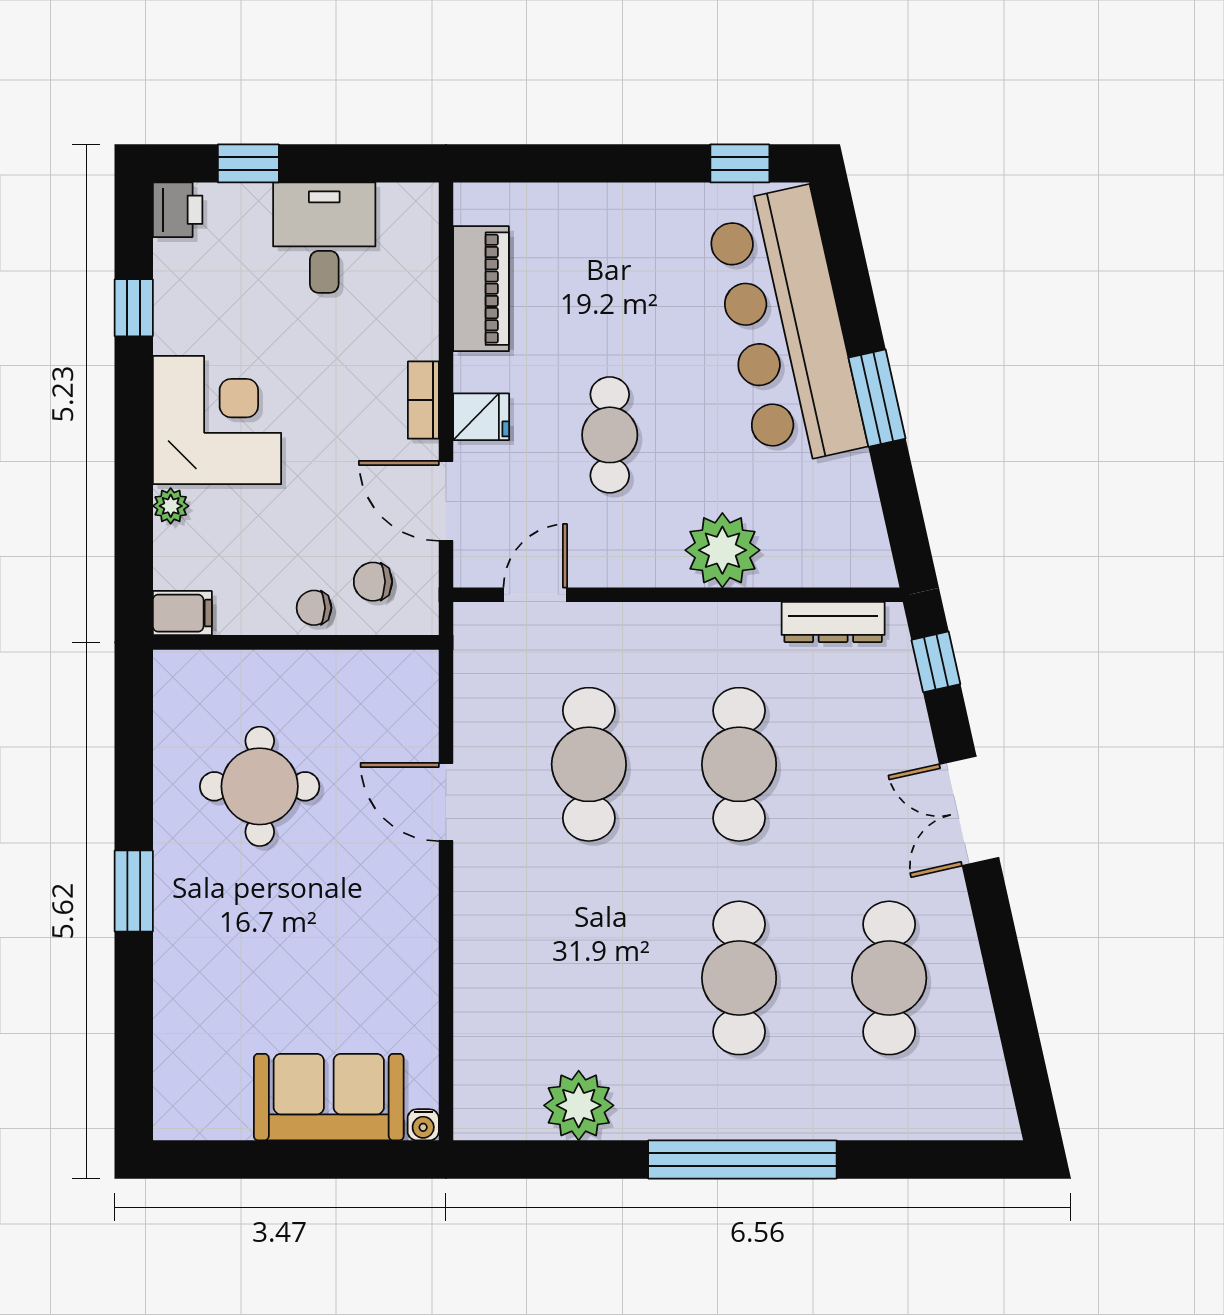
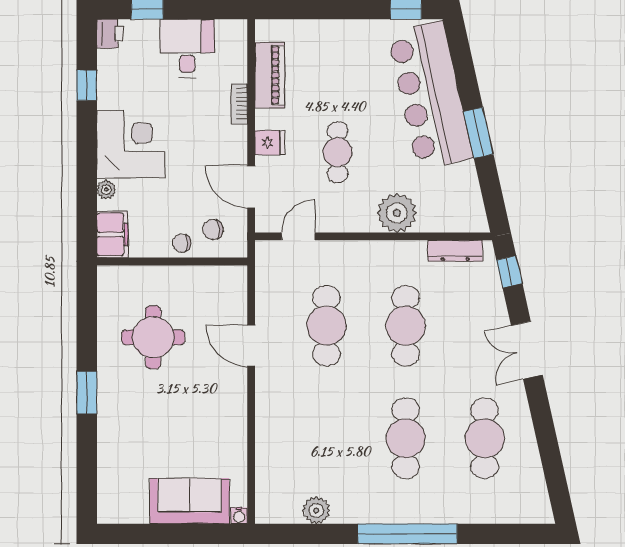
bookcase: (423, 400) -> (239, 104), moved
filing cabinet: (182, 613) -> (112, 234), width x2.00
plant: (579, 1105) -> (316, 510), width x0.73, depth x0.73

